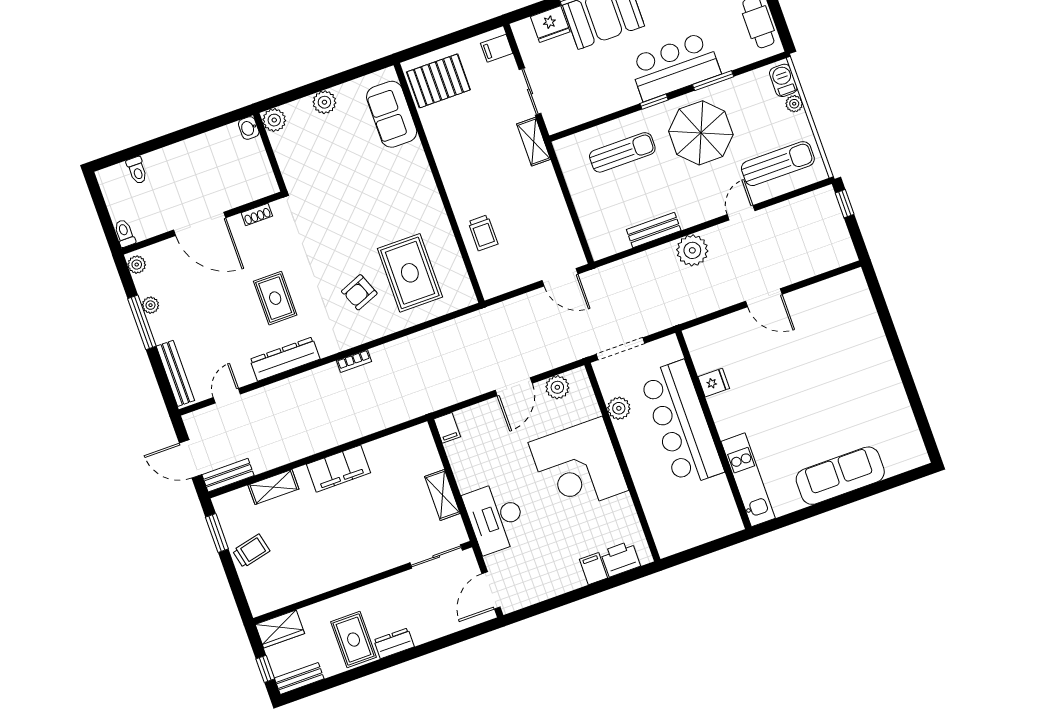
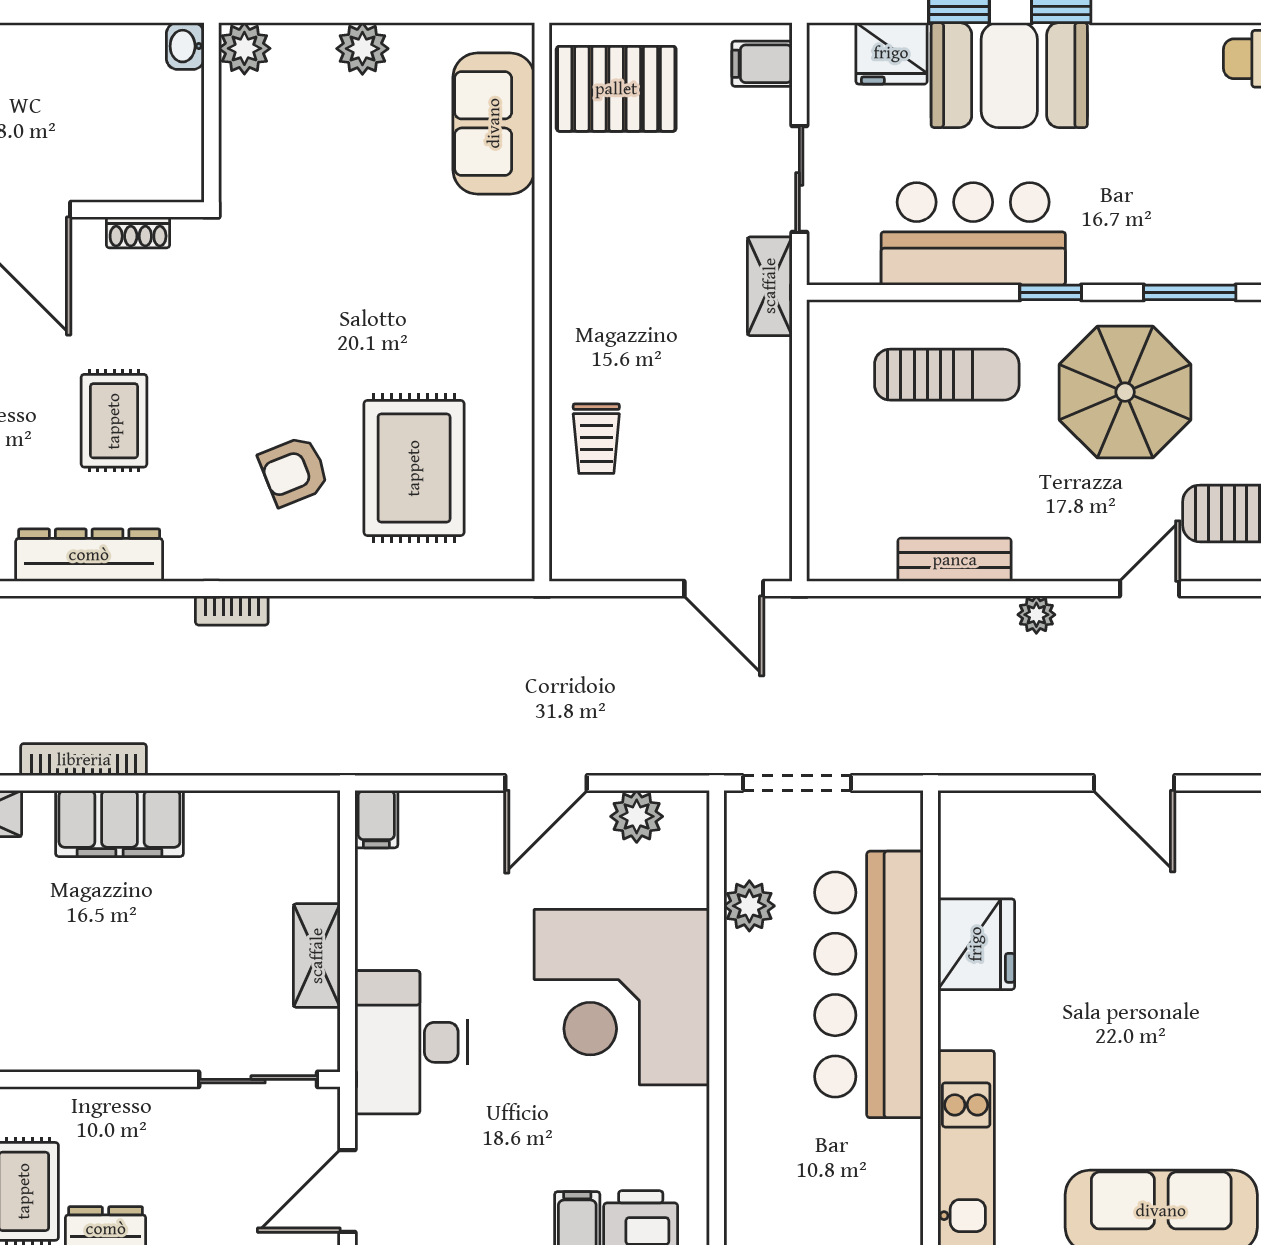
bar counter: (675, 66) -> (973, 234), moved
plant: (692, 250) -> (1036, 615), width x0.53, depth x0.53
fridge: (714, 383) -> (976, 944), width x1.88, depth x1.34
bookcase: (314, 447) -> (84, 760), added

